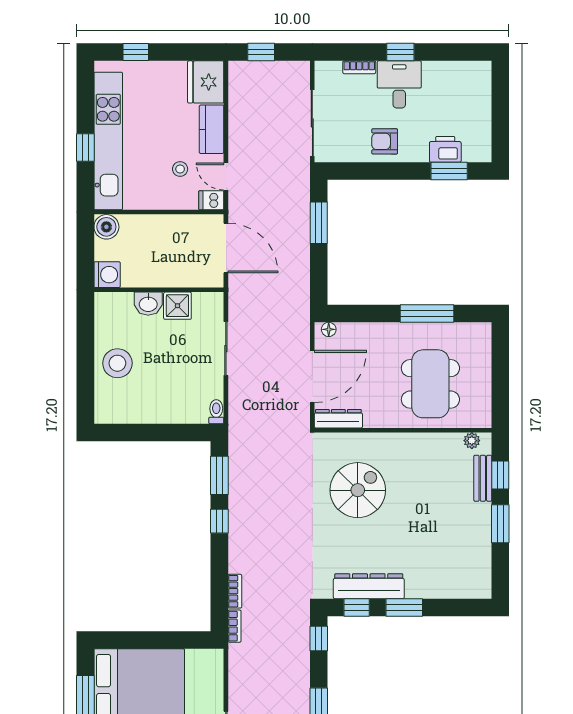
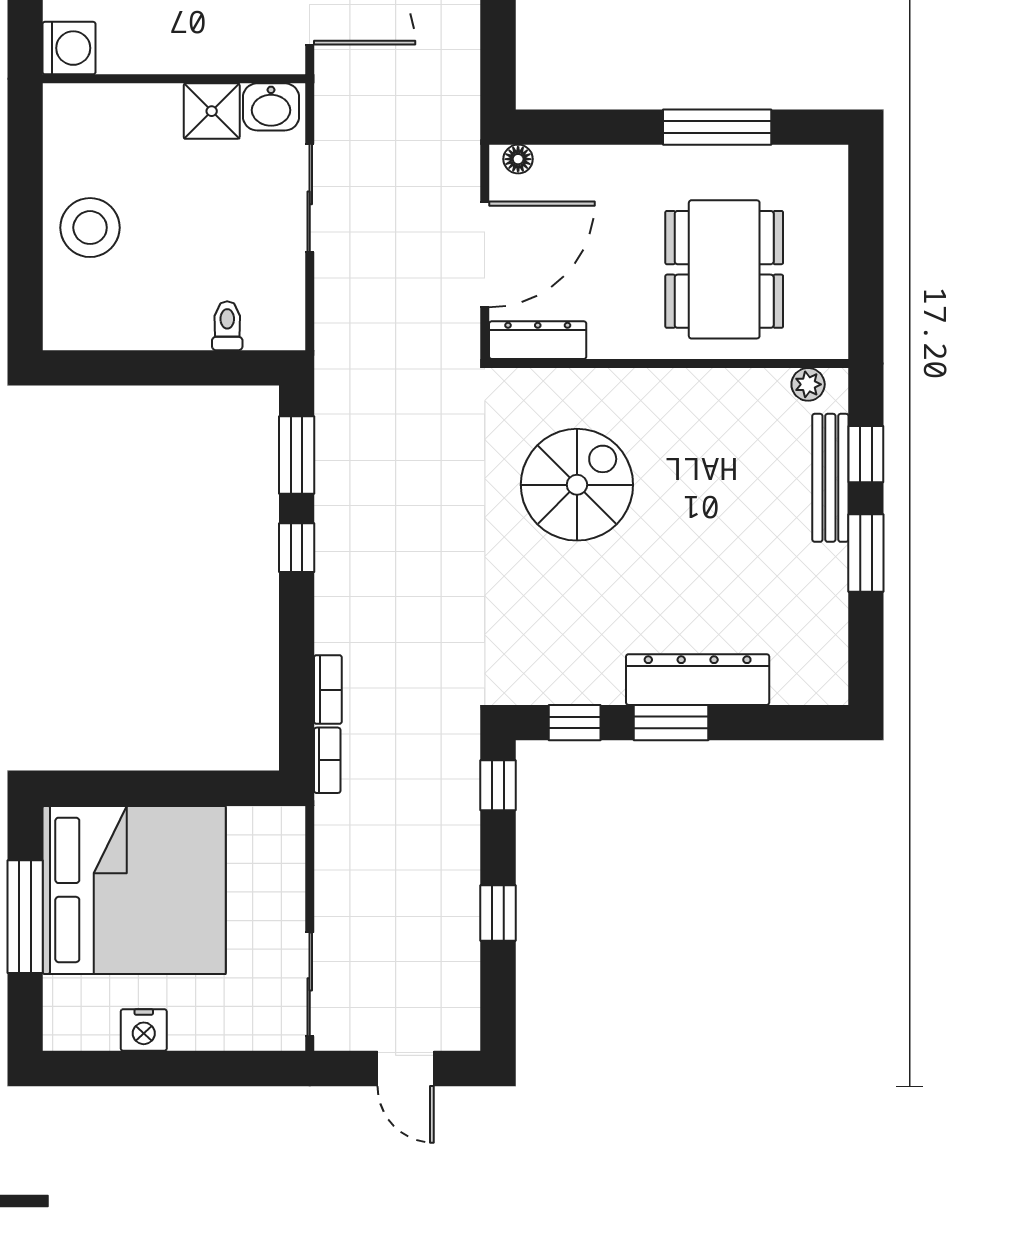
washbasin: (148, 304) -> (271, 107), moved
toilet: (216, 412) -> (227, 326), moved
bench: (483, 478) -> (830, 478), width x1.36
dresser: (369, 586) -> (698, 680), moved

